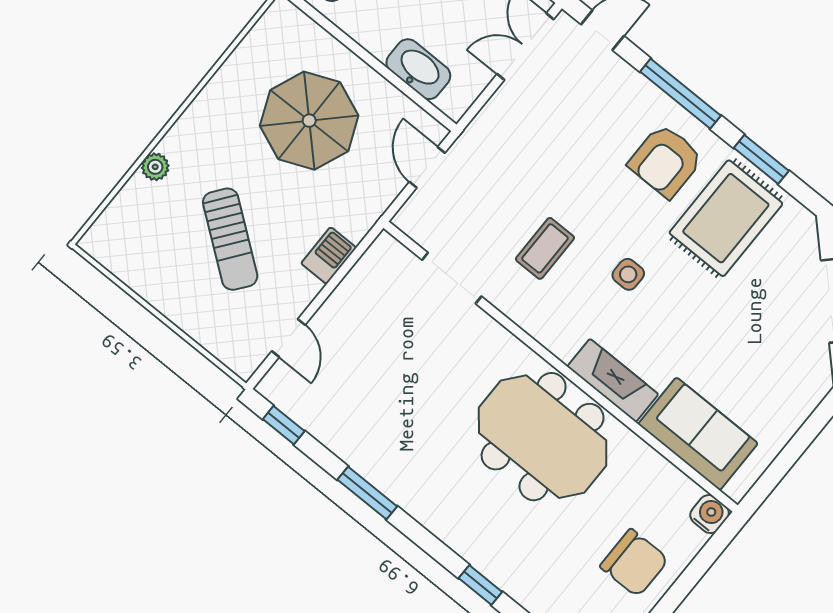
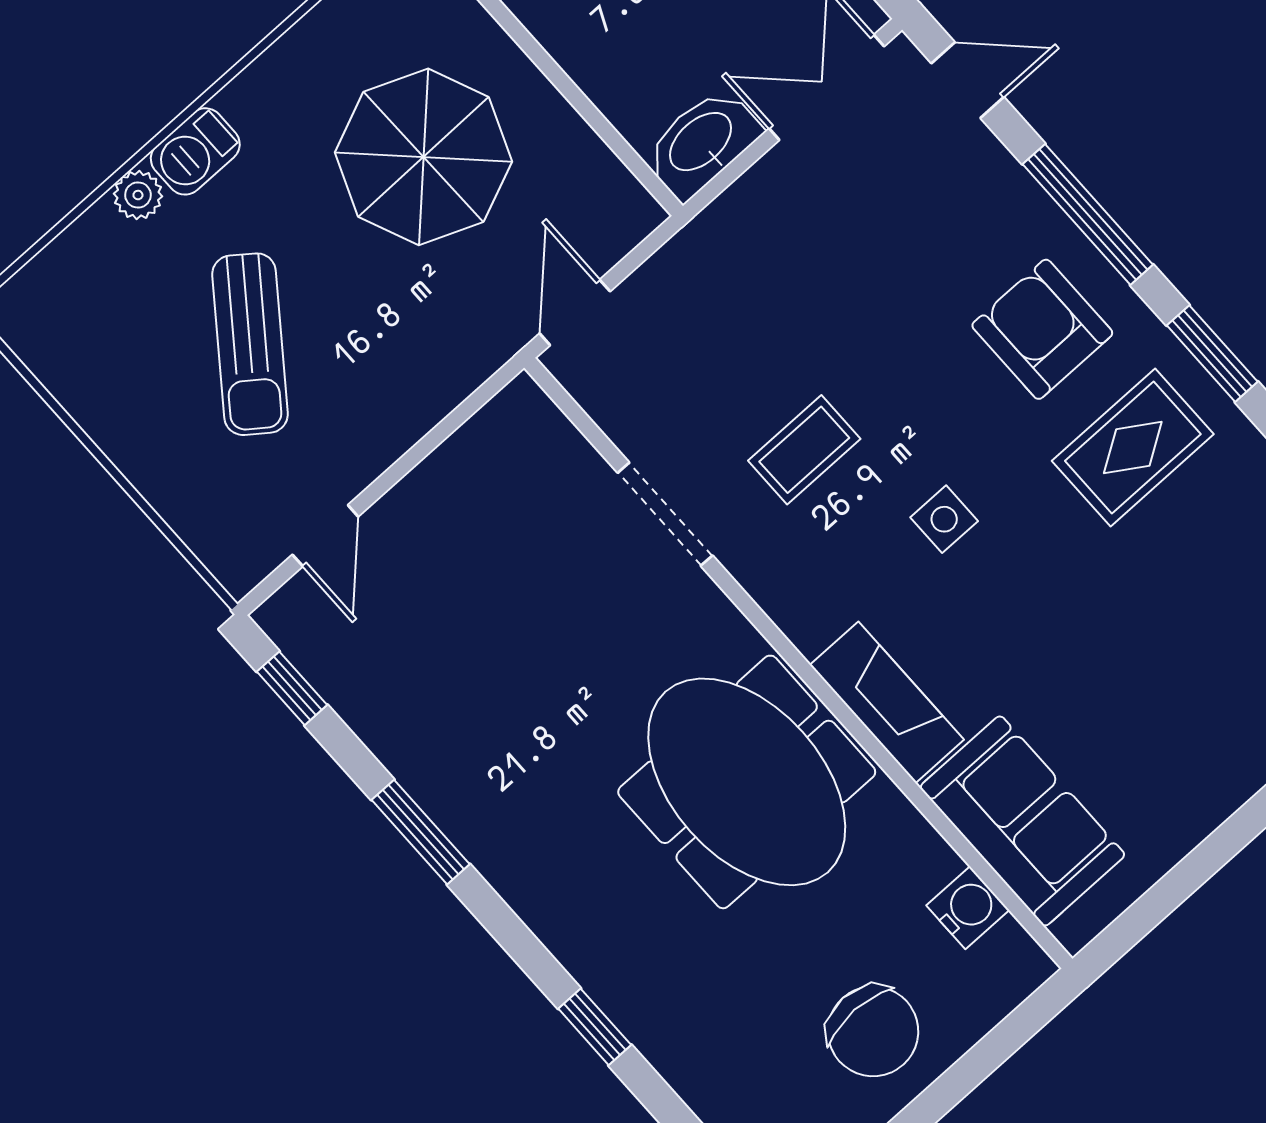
washbasin: (418, 69) -> (702, 143), moved, turned -90
armchair: (666, 161) -> (1042, 329), turned 90
door: (427, 167) -> (575, 312), moved
rug: (726, 218) -> (1133, 448), width x0.73, depth x0.70
barbecue: (329, 256) -> (195, 151), moved, turned 180
doorway: (452, 278) -> (665, 514), moved
water cooler: (710, 514) -> (968, 908), moved

